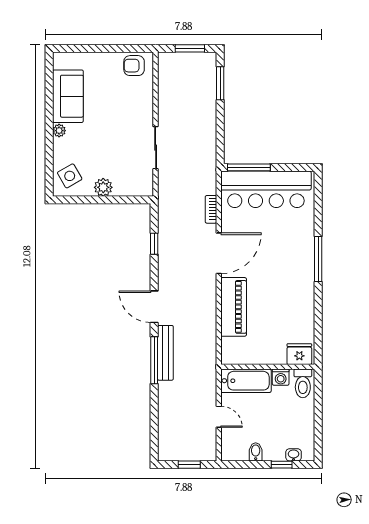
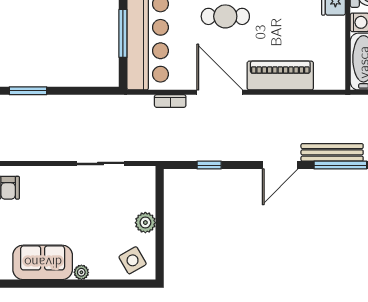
window: (249, 167) -> (123, 33), moved
cafe table: (286, 258) -> (225, 16), added

